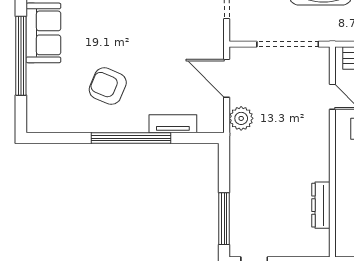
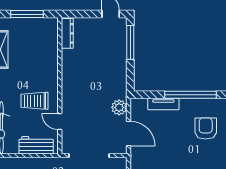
armchair: (108, 86) -> (206, 128), turned -113
dresser: (321, 205) -> (67, 33), moved

